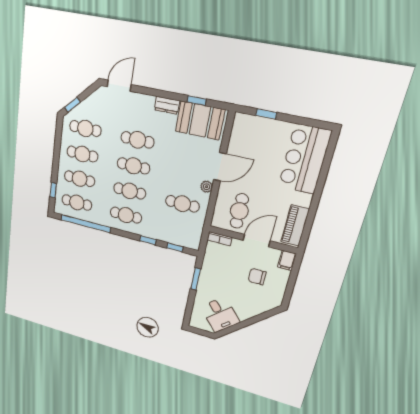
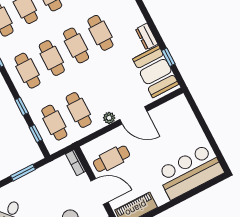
window: (266, 114) -> (199, 117), removed
cafe table: (178, 228) -> (54, 123), added

